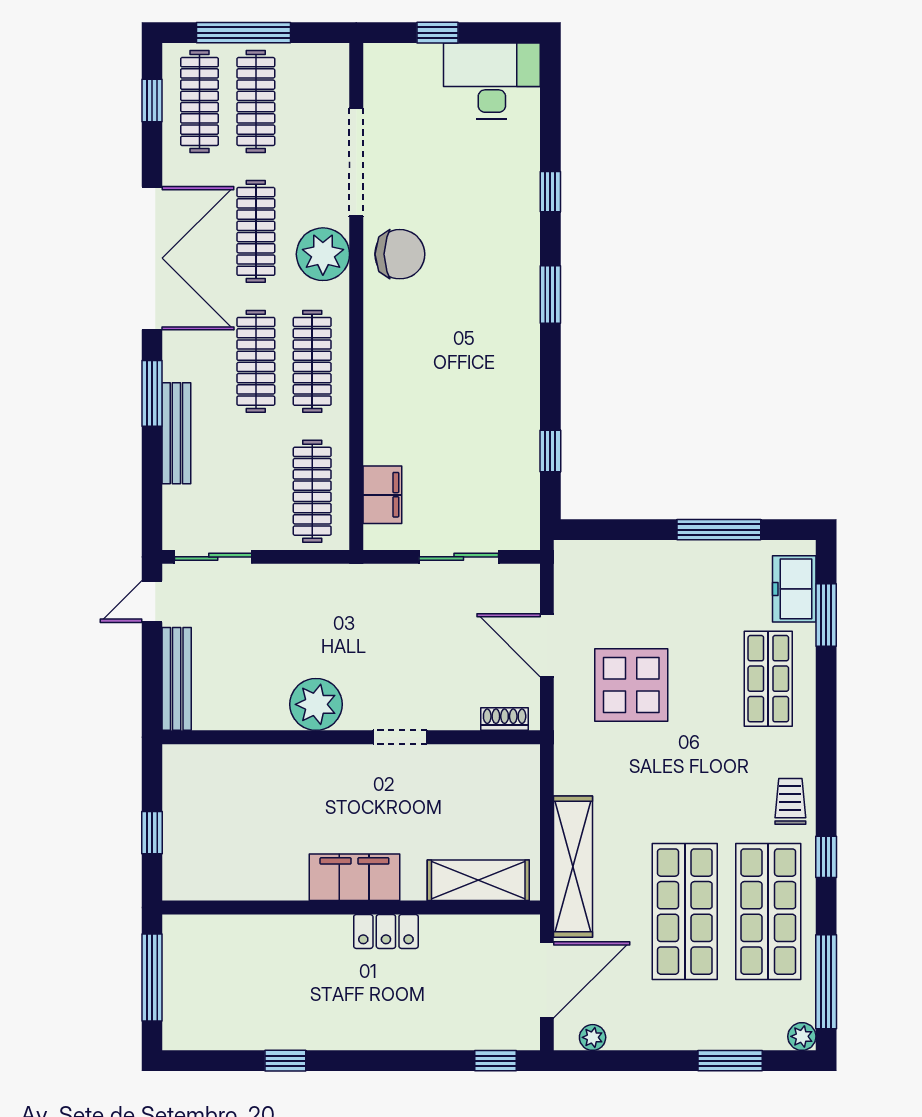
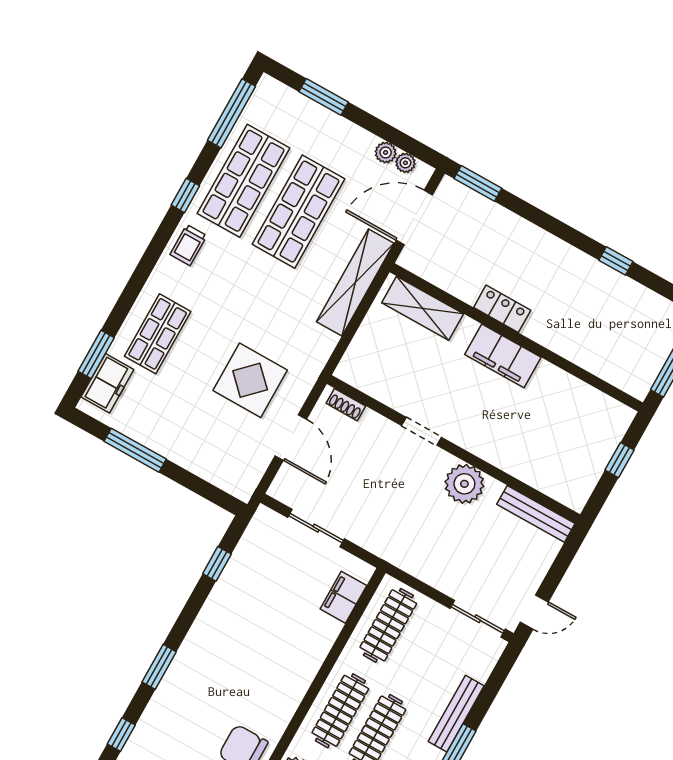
bench: (177, 679) -> (536, 514), moved, turned 90
plant: (802, 1036) -> (386, 153), moved
window: (495, 1061) -> (478, 183), width x1.50

